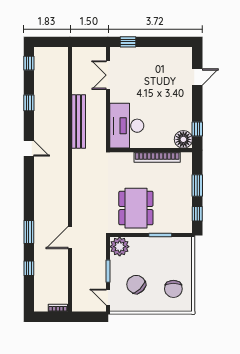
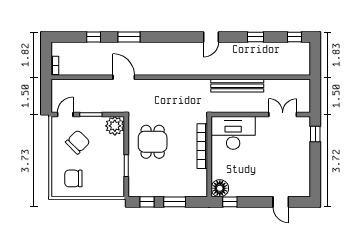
bookcase: (157, 157) -> (202, 146), moved
dining table: (136, 208) -> (153, 142), width x0.73

